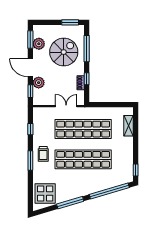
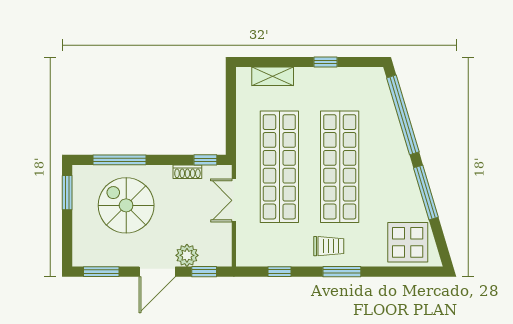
plant: (39, 44) -> (110, 255), removed
window: (87, 79) -> (205, 160), moved
window: (136, 170) -> (325, 62), moved

